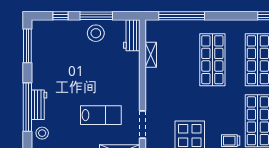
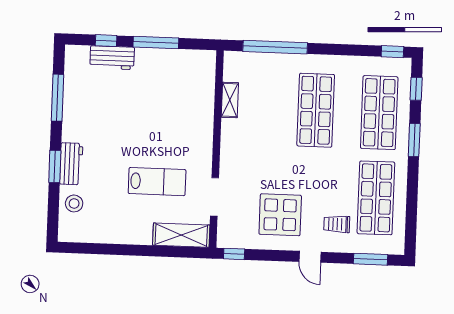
stool: (96, 33) -> (154, 67), removed
workbench: (132, 35) -> (112, 58), moved, turned -90
window: (27, 46) -> (57, 98), moved
window: (27, 107) -> (55, 166), width x0.47

